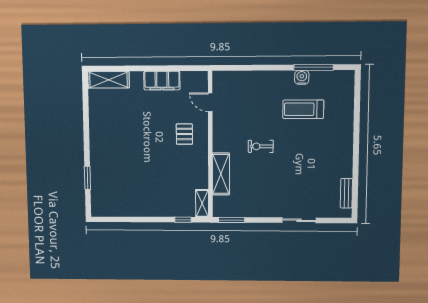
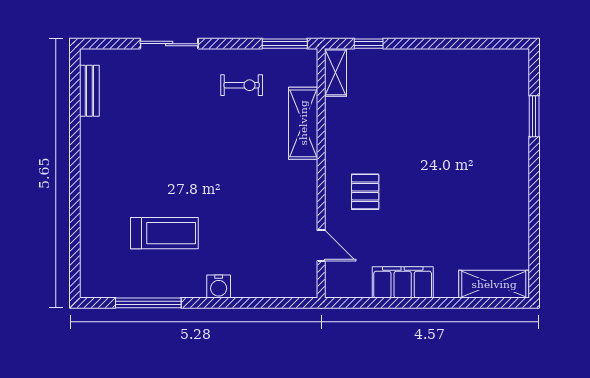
water cooler: (302, 77) -> (219, 286), moved
exercise bike: (261, 146) -> (242, 85), moved

